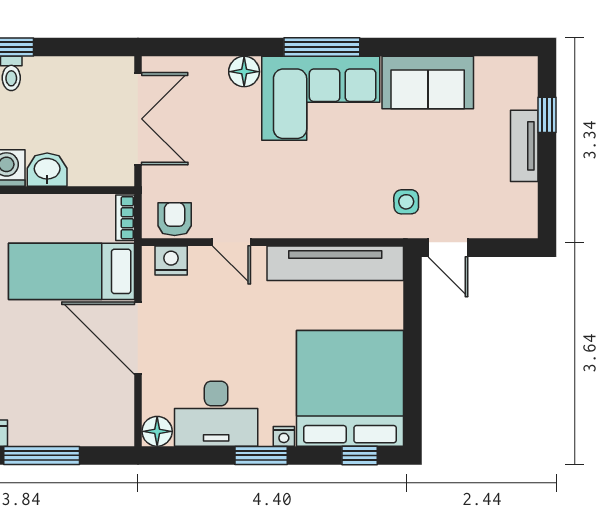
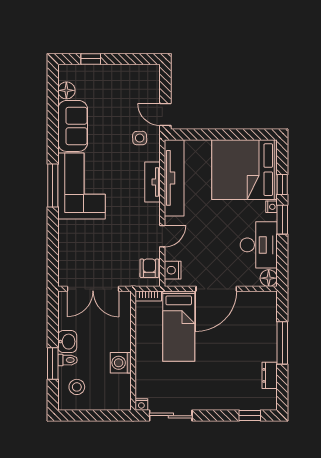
floor lamp: (244, 72) -> (66, 90), moved
double door: (138, 119) -> (93, 289), swing flipped
tv unit: (524, 146) -> (153, 182), moved, turned 90
washbasin: (47, 170) -> (67, 342), moved, turned 180
armchair: (175, 219) -> (149, 268), turned 90
door: (448, 248) -> (165, 115), swing flipped
window: (360, 455) -> (282, 185), moved

